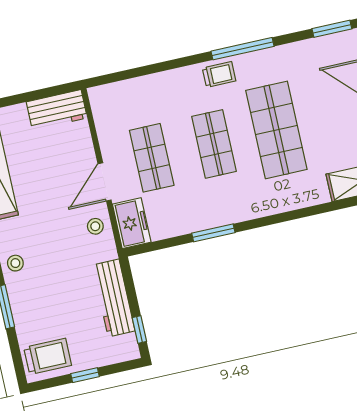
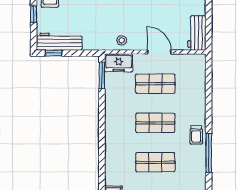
shop shelf: (276, 130) -> (155, 162), width x0.70, depth x0.74
door: (105, 182) -> (159, 52), moved
window: (213, 233) -> (102, 75), moved
workbench: (114, 298) -> (59, 42), moved

